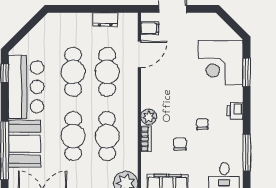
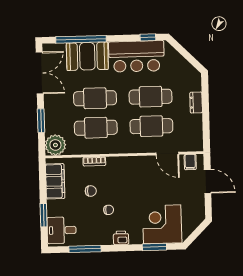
dresser: (105, 20) -> (196, 103), moved
plant: (149, 117) -> (113, 163), removed

